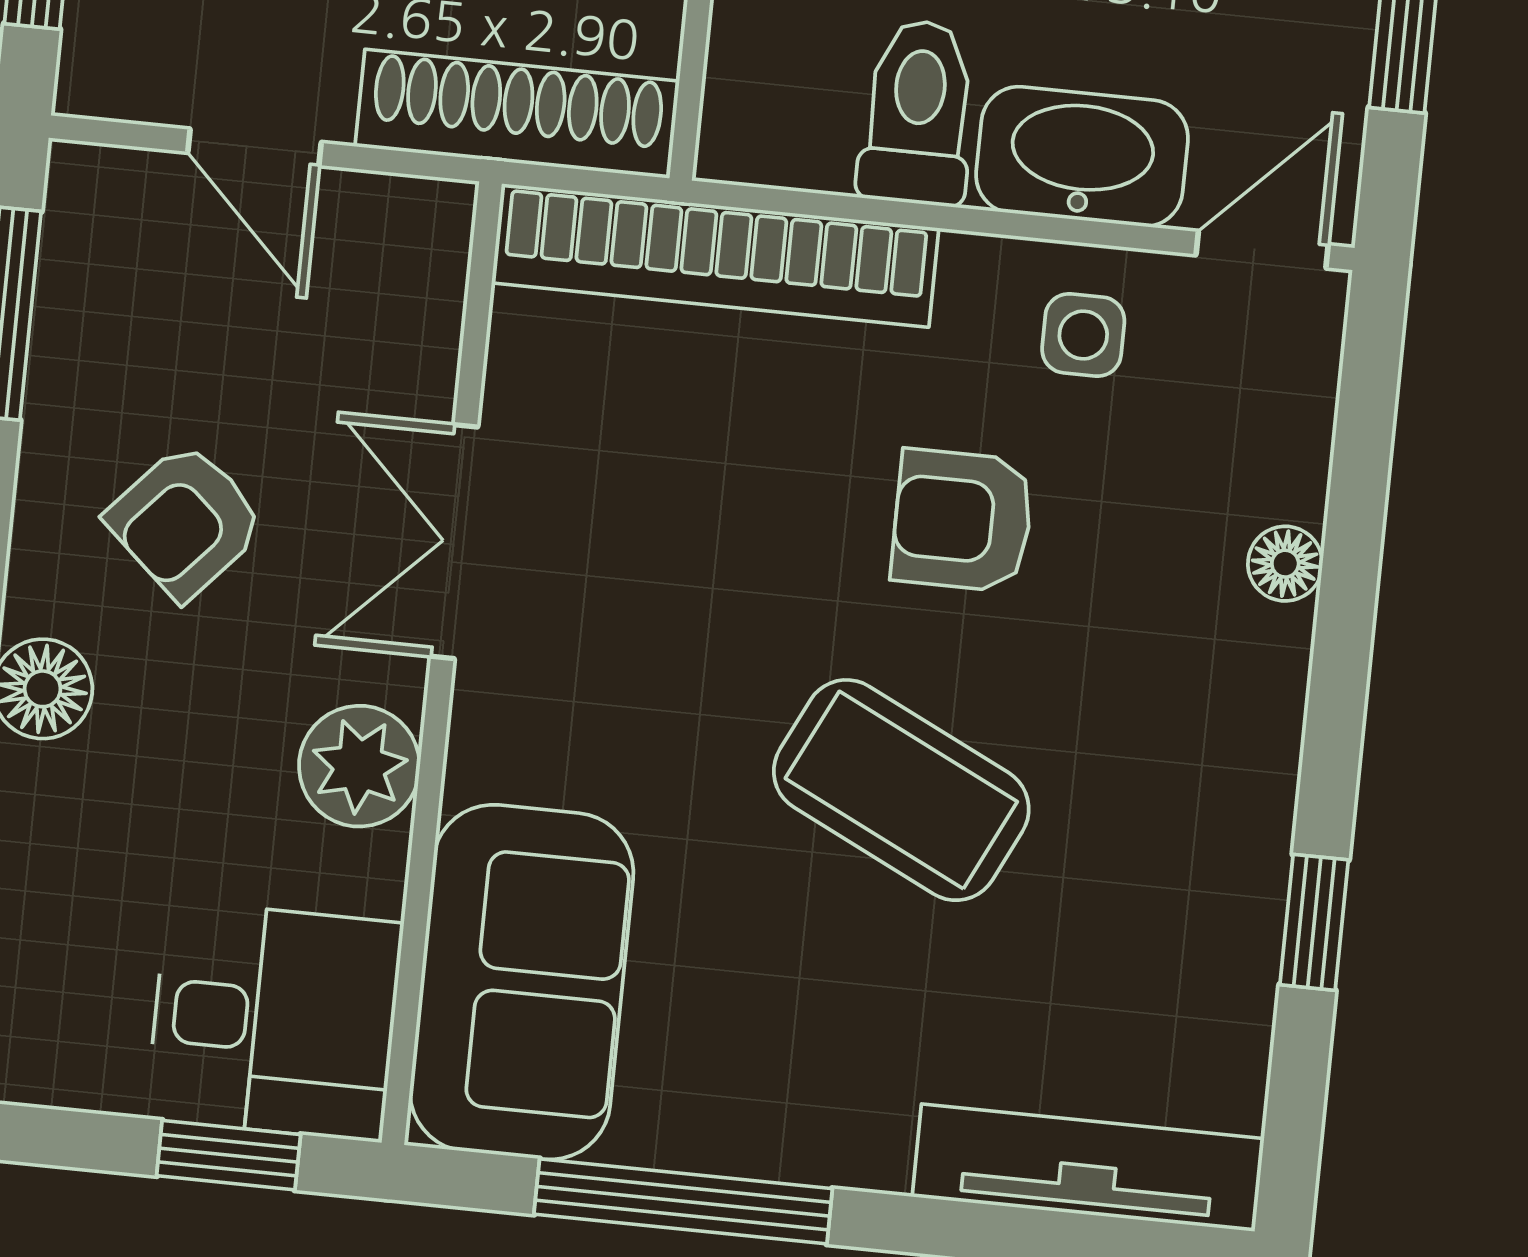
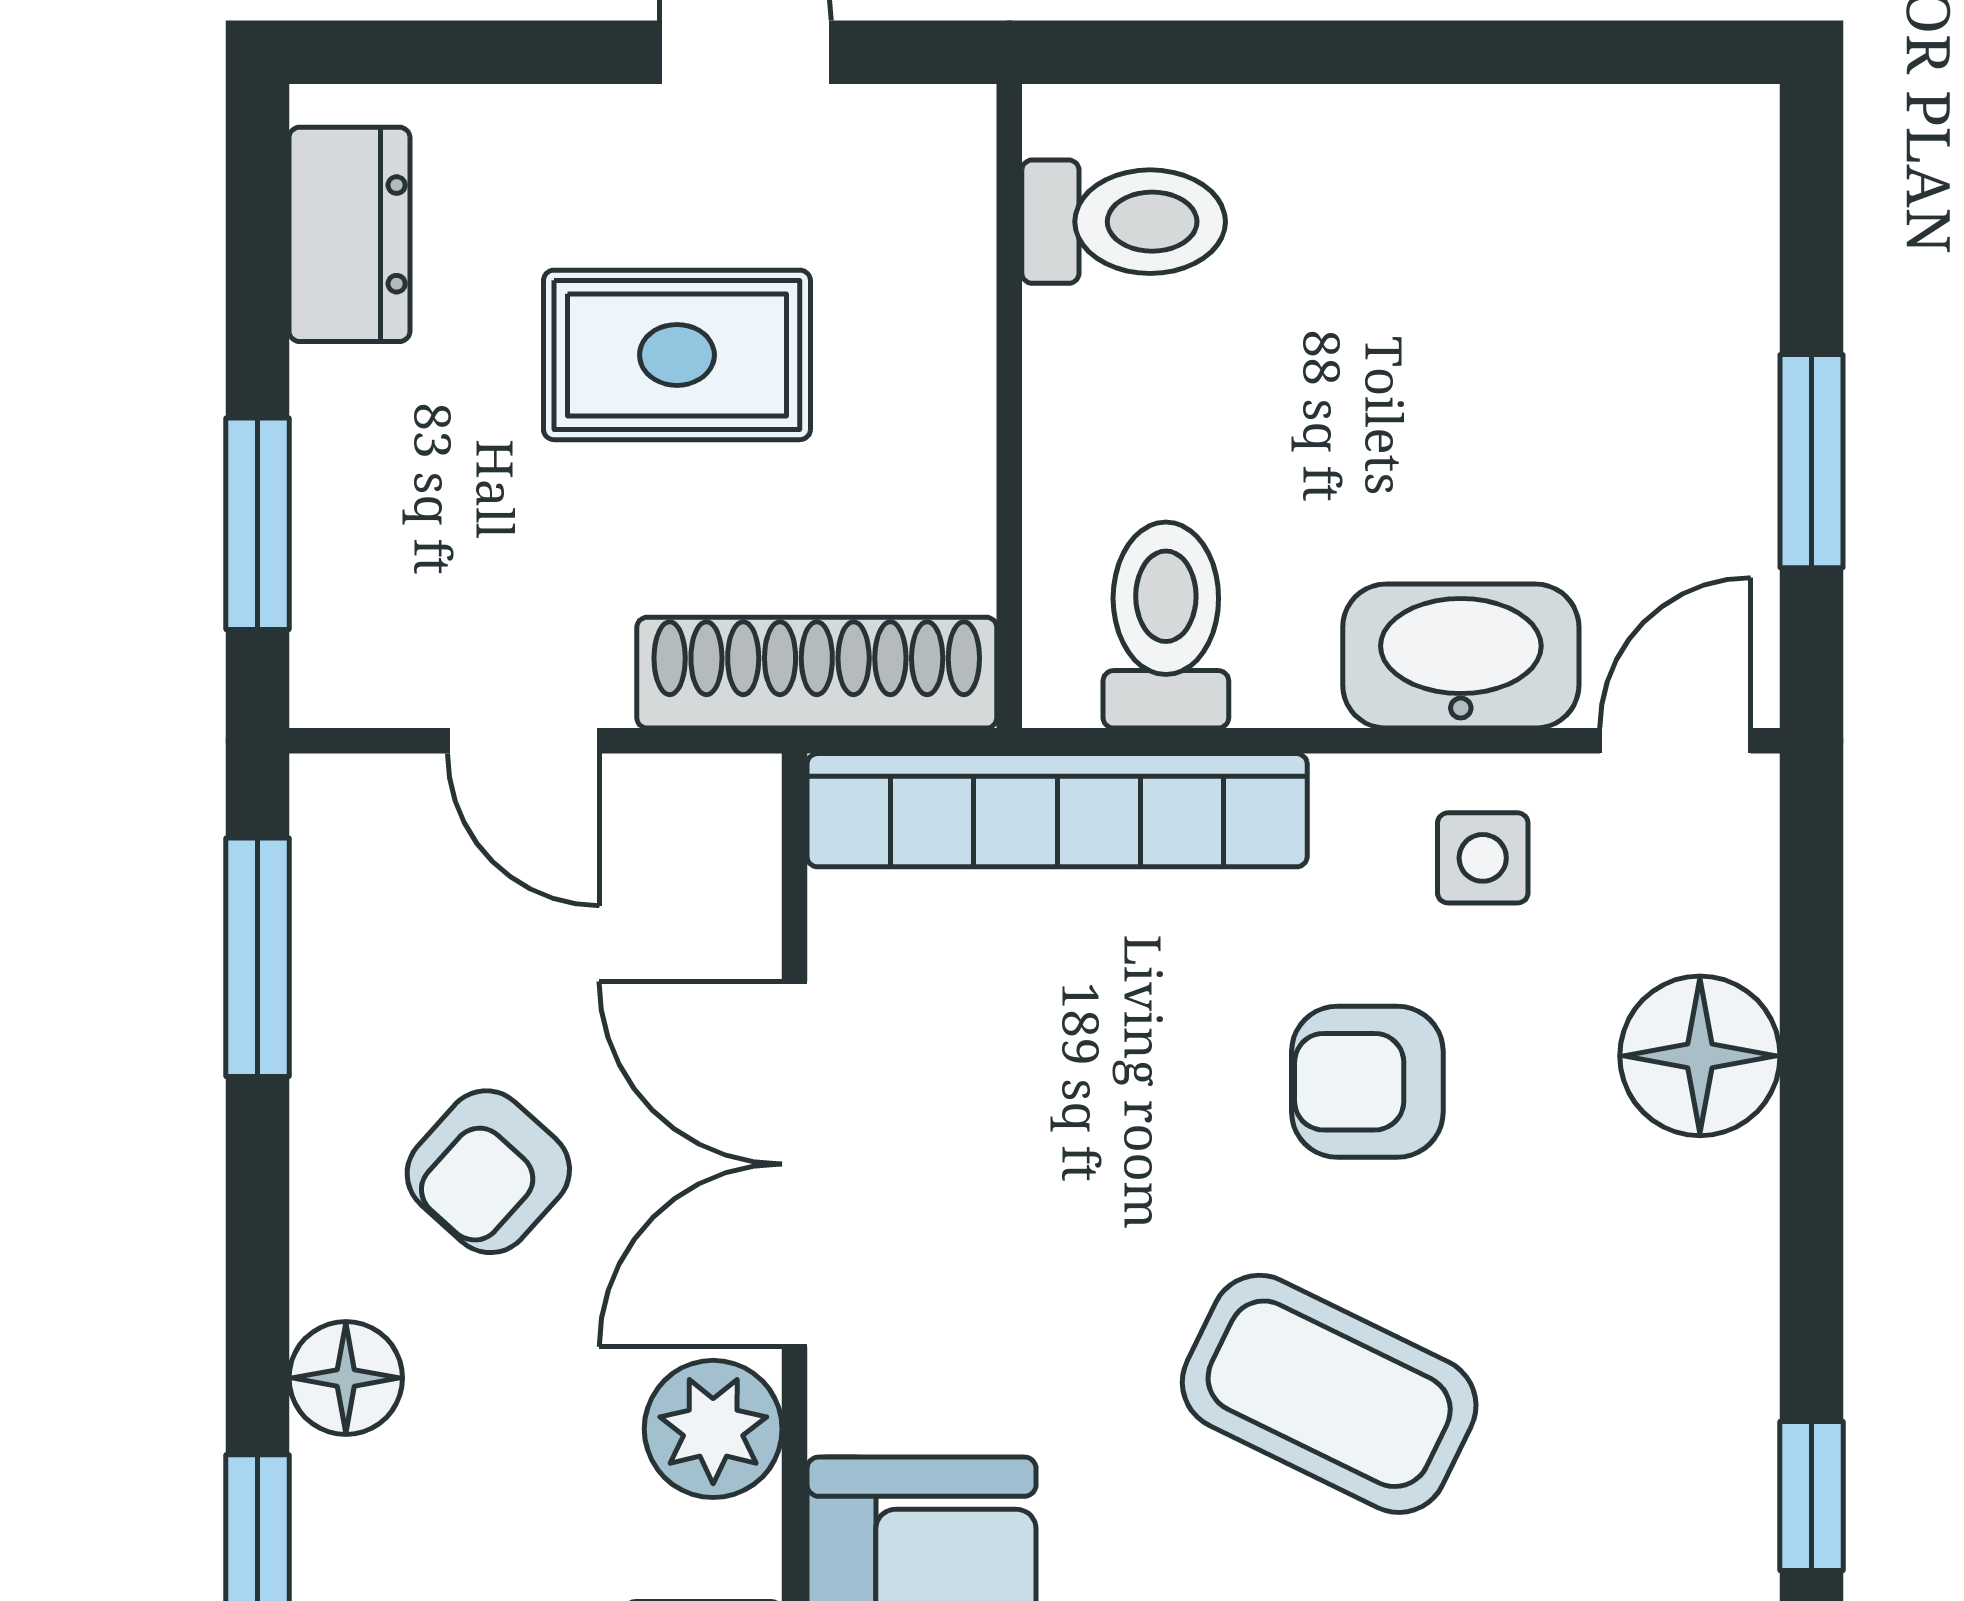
toilet: (918, 112) -> (1166, 625), moved
double door: (454, 542) -> (795, 1164), width x1.37
floor lamp: (1285, 564) -> (1700, 1056), width x1.89, depth x1.89

